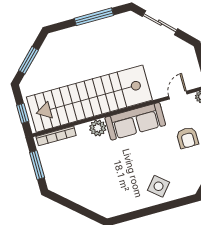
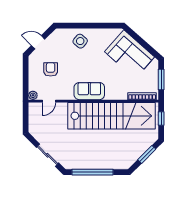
window: (94, 17) -> (92, 172), width x1.46
sofa: (135, 121) -> (89, 91), width x0.73
plant: (98, 128) -> (111, 94), removed
corner sofa: (88, 187) -> (129, 54), added

